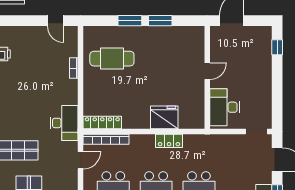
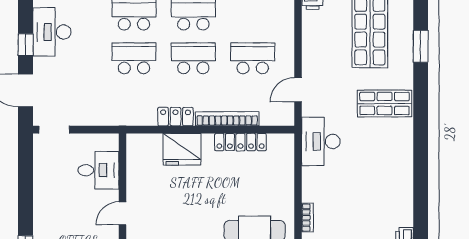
desk: (225, 107) -> (98, 170), width x0.73
locker: (102, 122) -> (240, 142), moved
bookcase: (106, 139) -> (227, 119), moved

